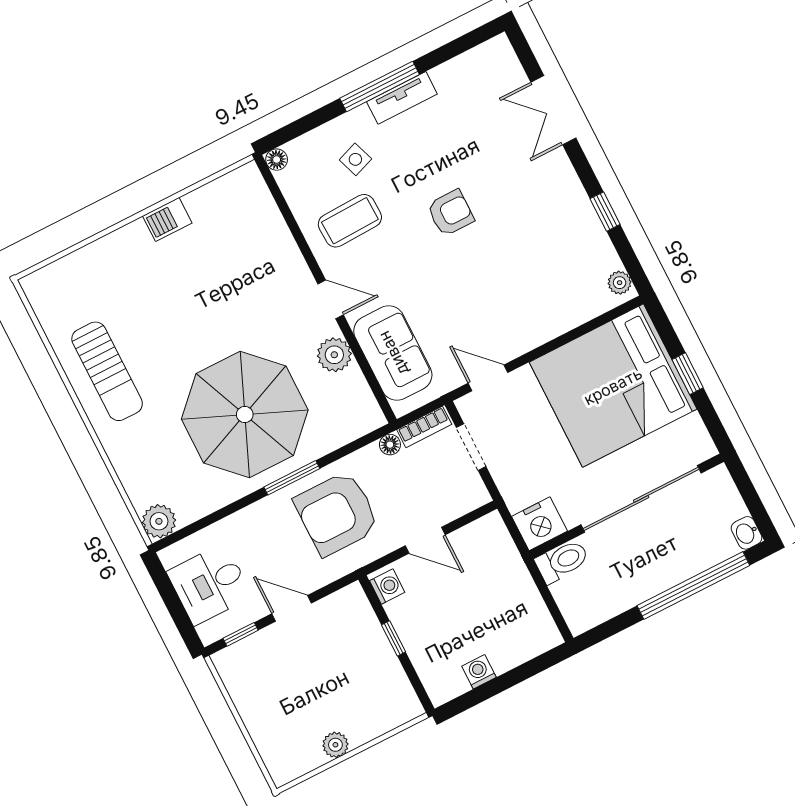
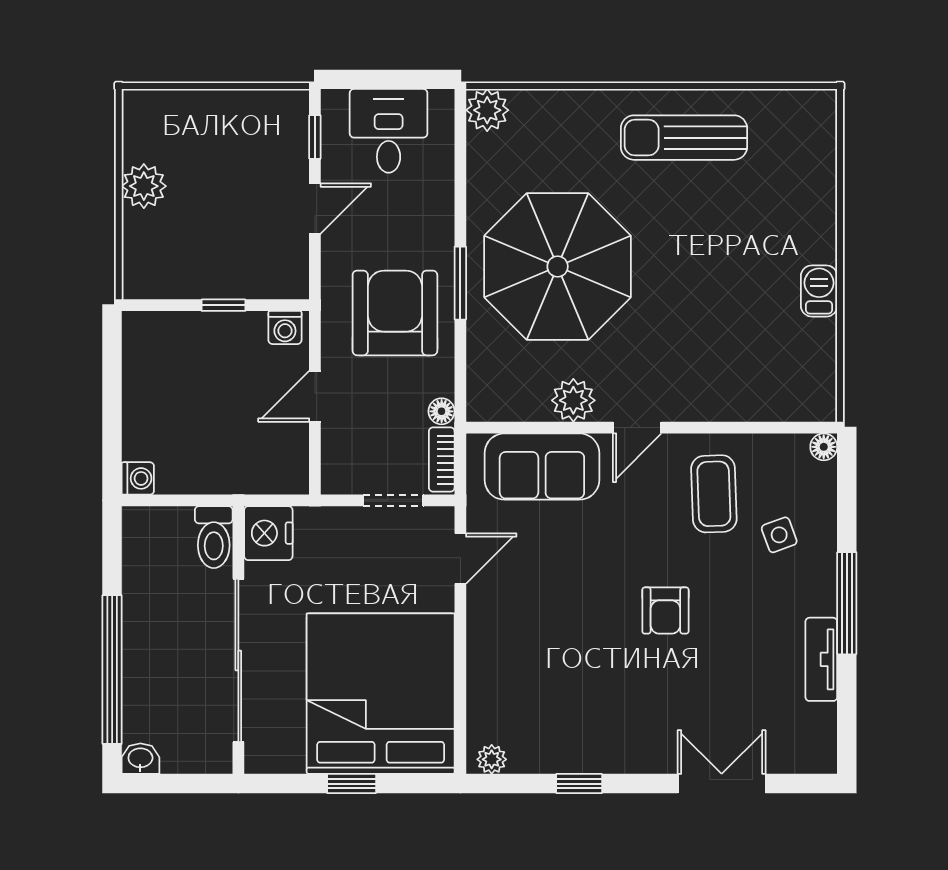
tv unit: (402, 98) -> (821, 659), moved
washing machine: (479, 672) -> (138, 478), moved
plant: (335, 745) -> (144, 186), width x1.38, depth x1.38

